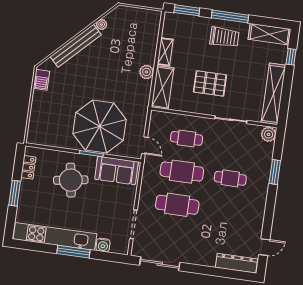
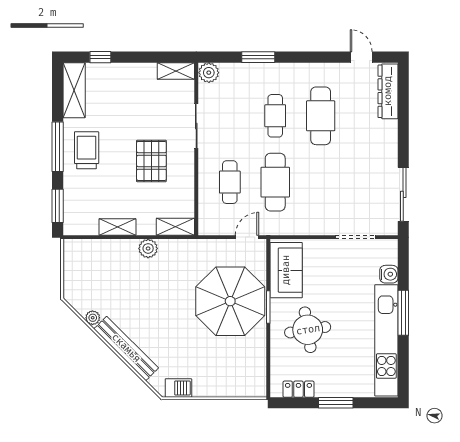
shelving: (163, 87) -> (175, 227), width x0.67, depth x0.75
shelving: (273, 94) -> (176, 71), width x0.45, depth x0.75
cafe table: (177, 205) -> (321, 116), moved

